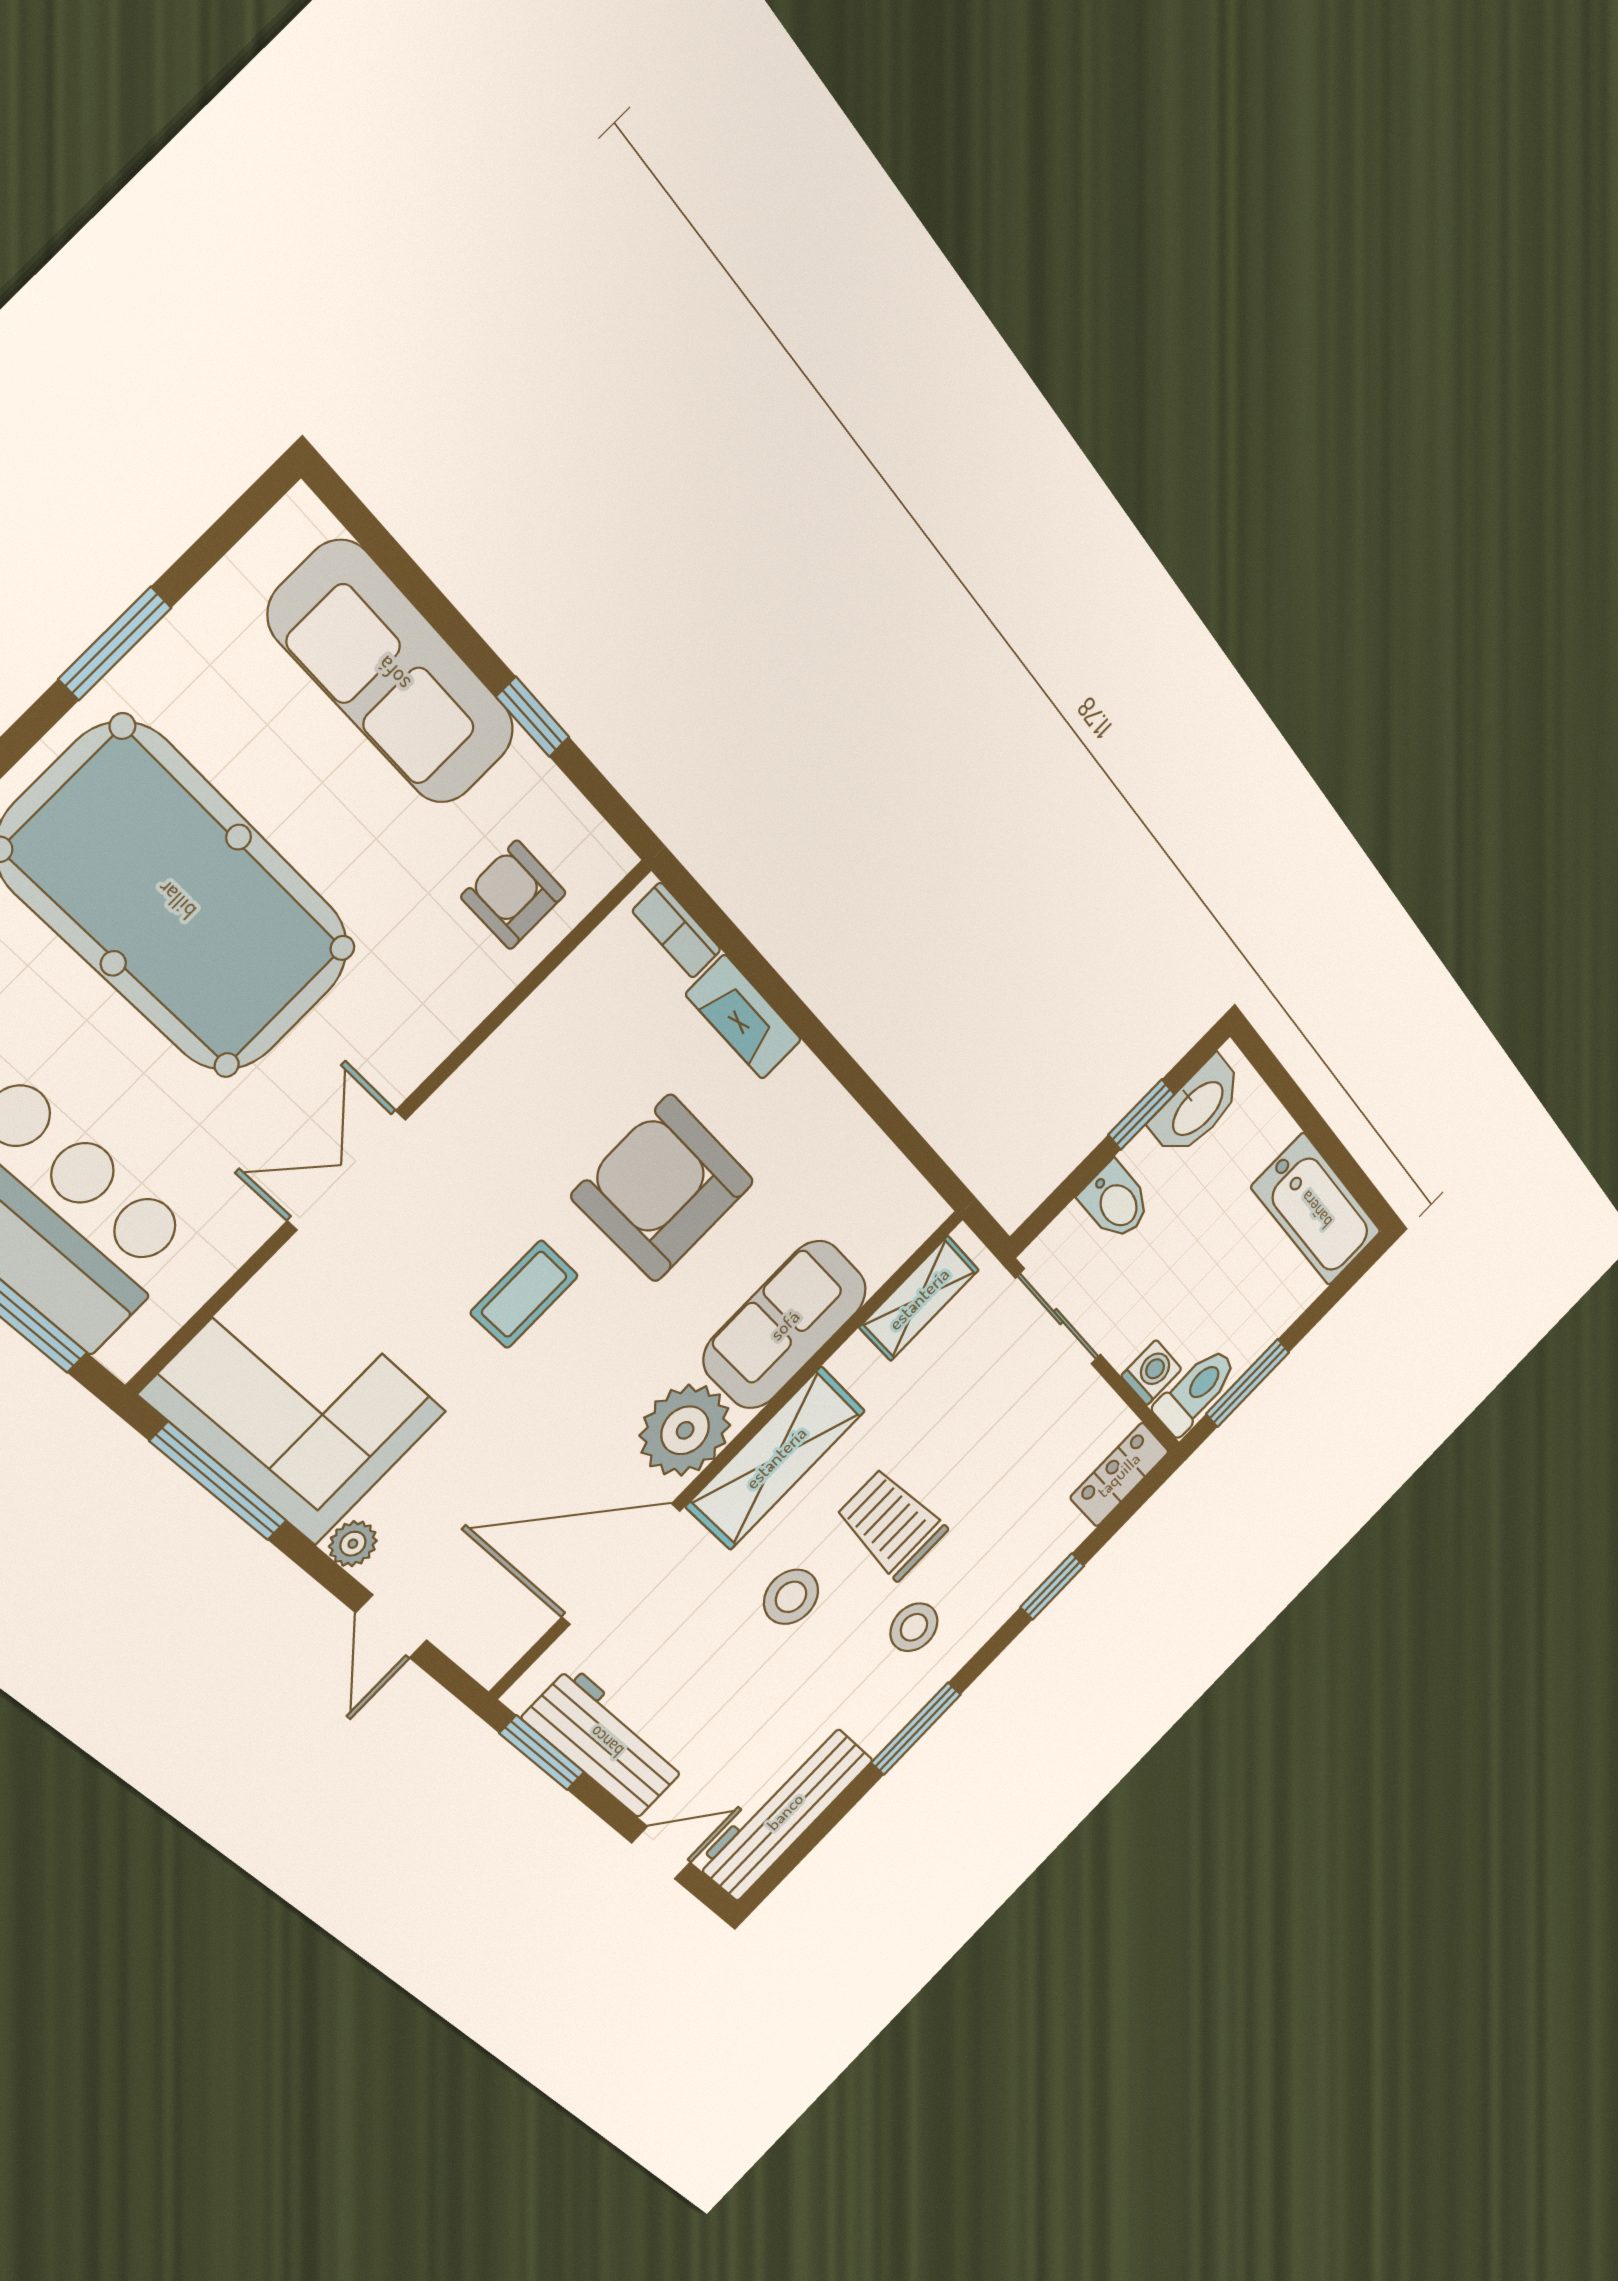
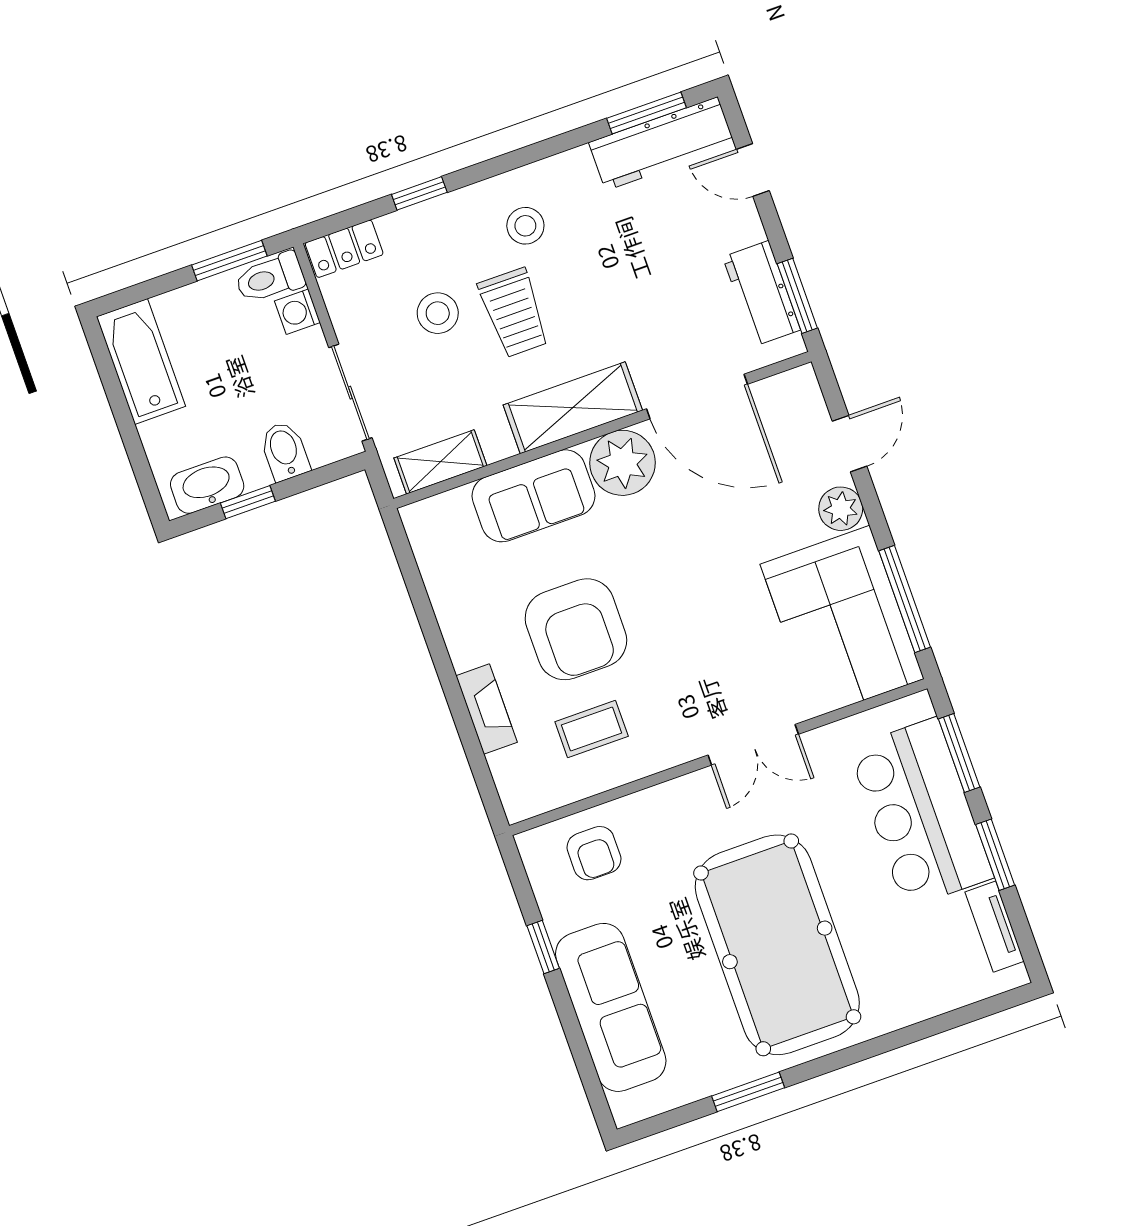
bookcase: (677, 930) -> (507, 783), removed
coffee table: (524, 1294) -> (592, 729), moved
plant: (353, 1544) -> (841, 509), width x1.38, depth x1.38
stool: (791, 1597) -> (438, 313), moved
window: (916, 1729) -> (646, 113), moved
workbench: (606, 1742) -> (762, 293), width x0.73

